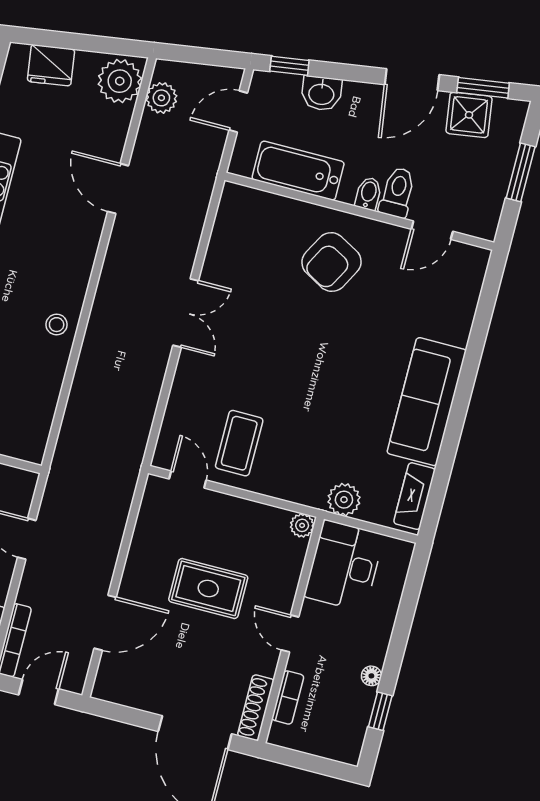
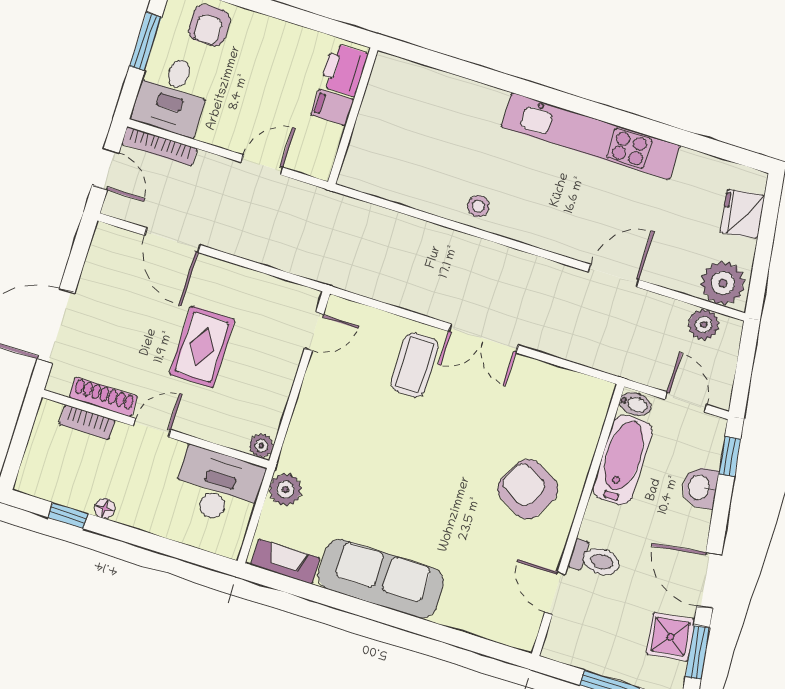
bidet: (368, 194) -> (635, 404), moved
coffee table: (239, 443) -> (415, 365), moved, turned 90
shoe rack: (256, 708) -> (103, 397), moved

